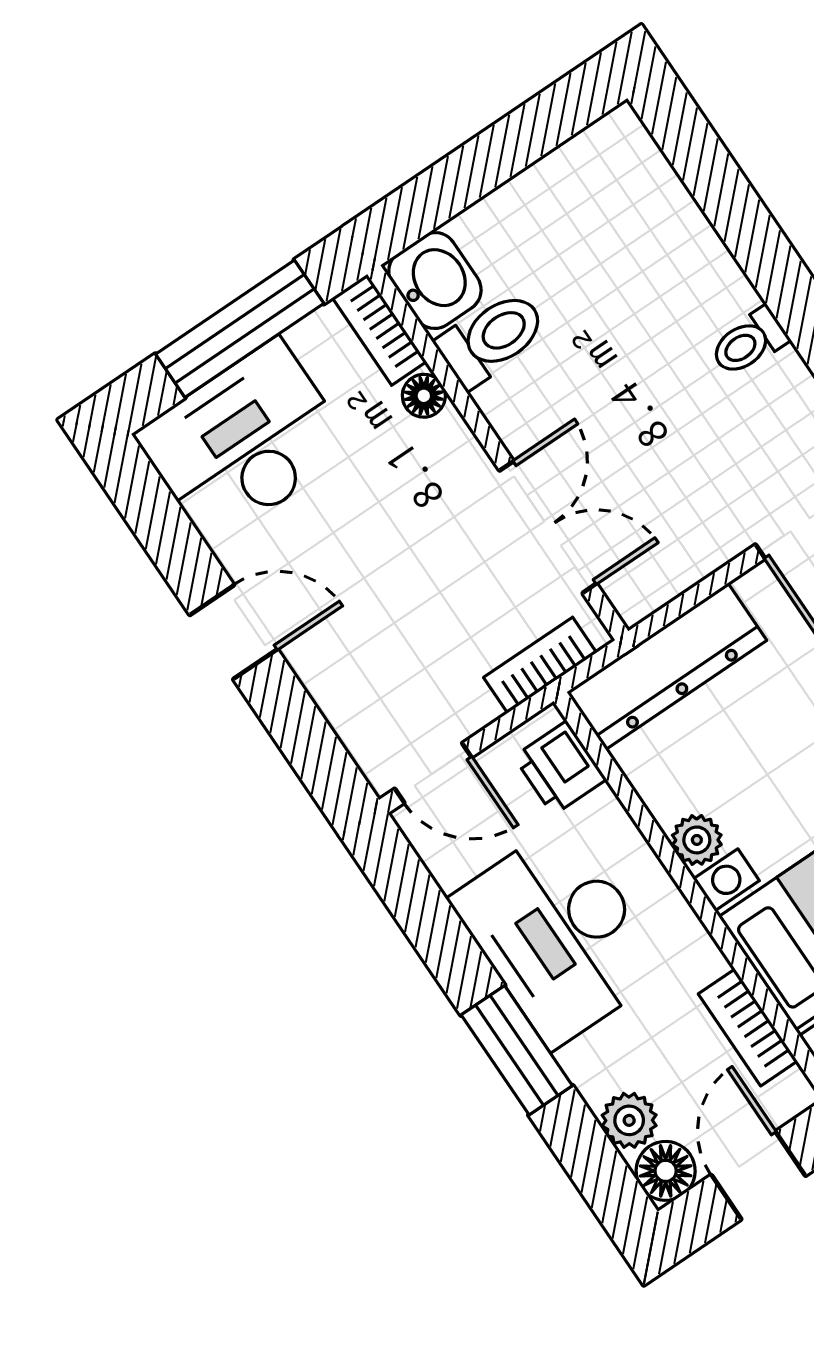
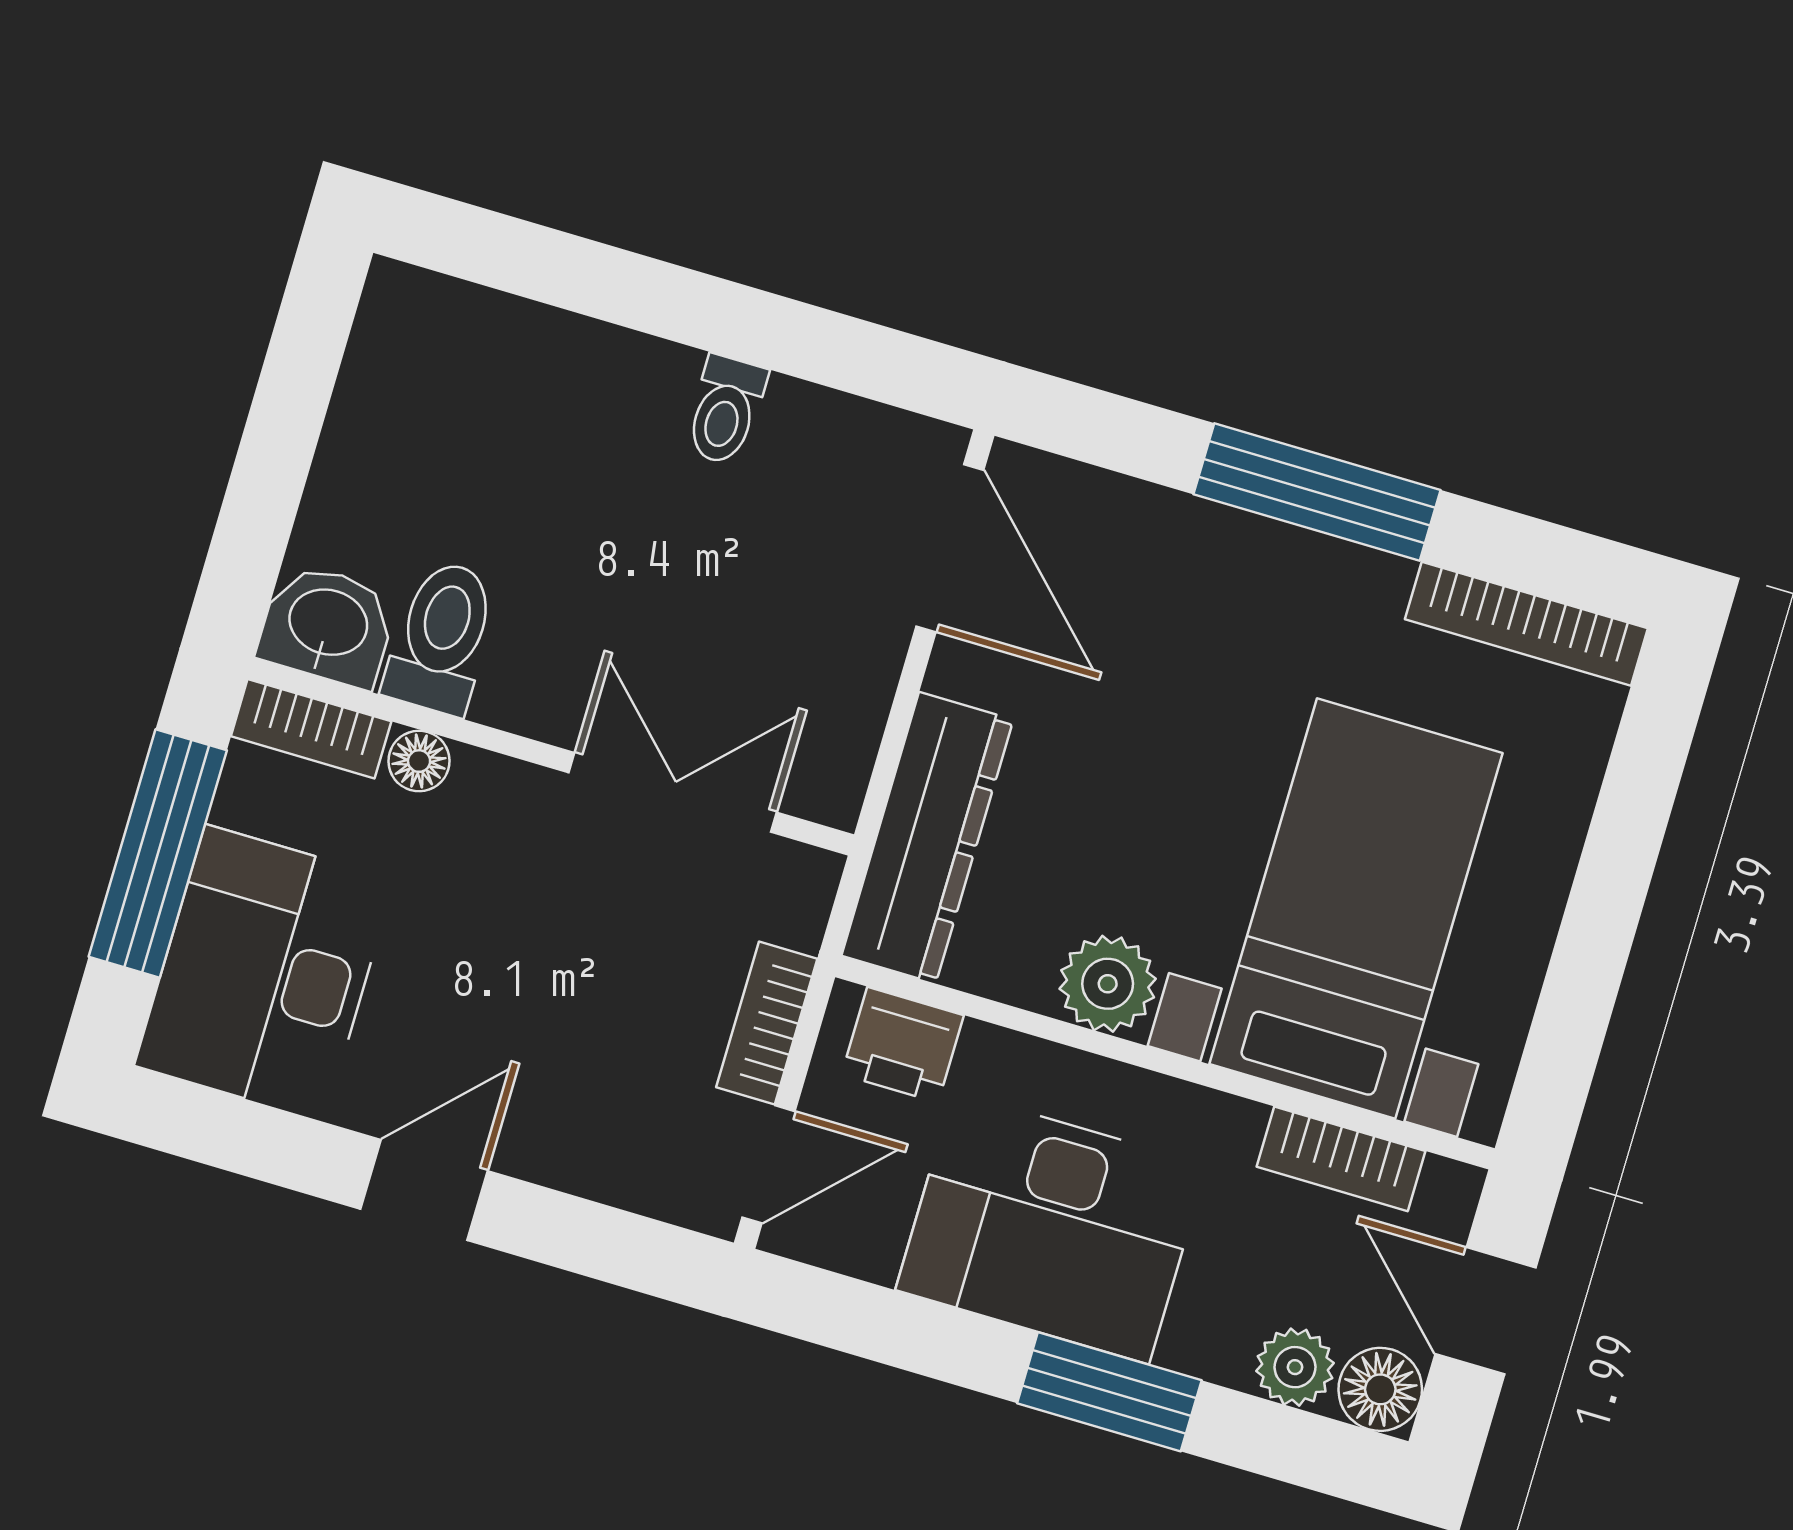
bookcase: (540, 665) -> (767, 1023), moved
plant: (697, 840) -> (1108, 984), width x1.38, depth x1.38

